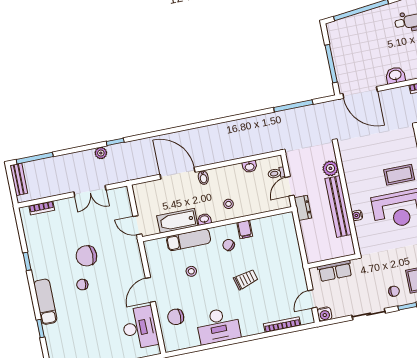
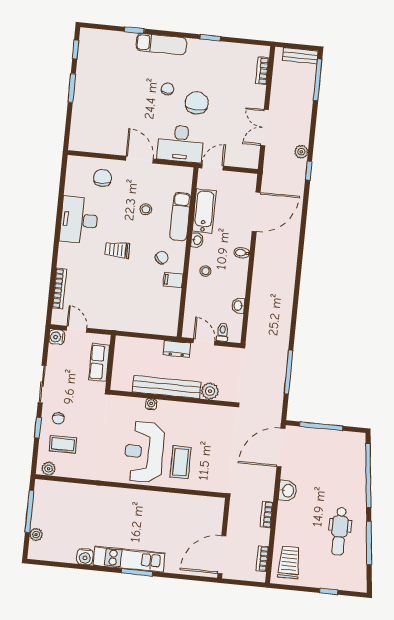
door: (178, 173) -> (256, 212), moved
trolley: (246, 279) -> (117, 250), moved, turned 105
desk: (140, 328) -> (181, 144), moved

